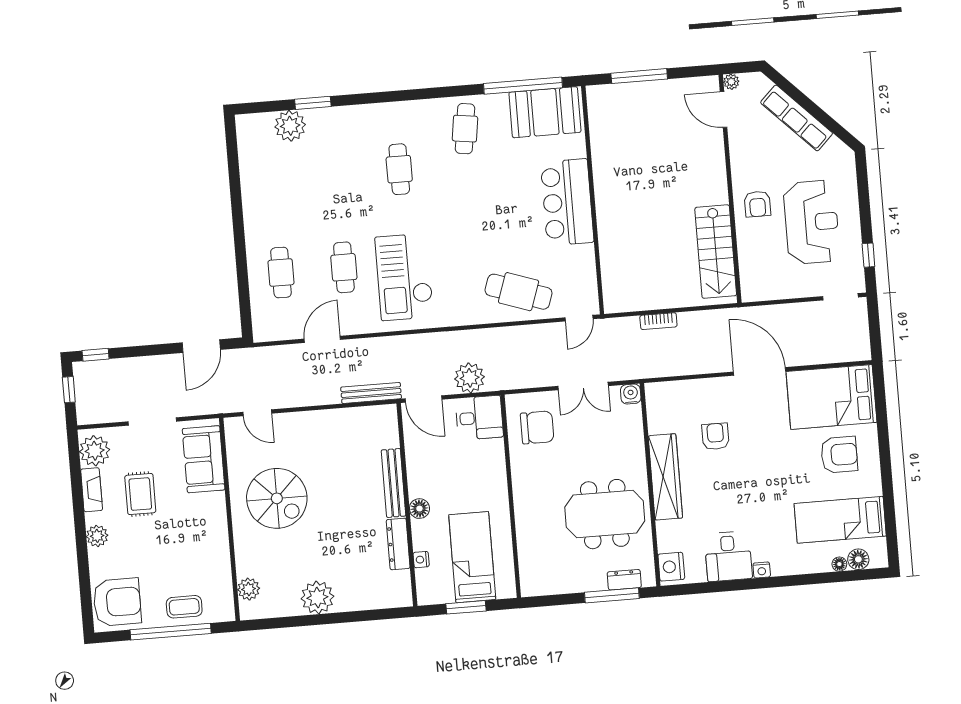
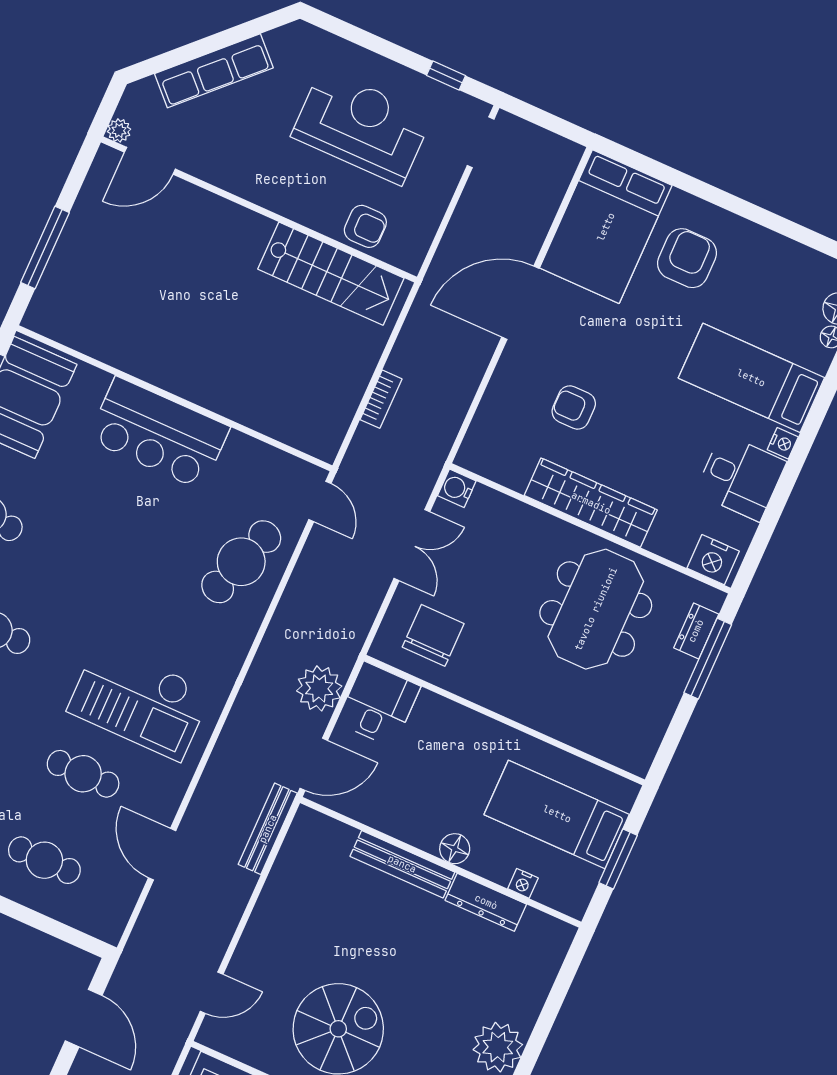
armchair: (757, 204) -> (365, 226), moved
bed: (840, 520) -> (751, 378), moved, turned 90

